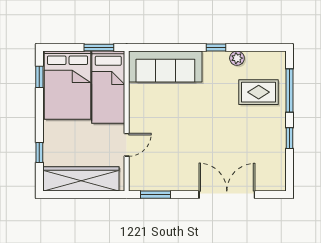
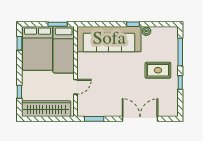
sofa: (165, 67) -> (109, 39), width x1.36, depth x1.27
rug: (259, 92) -> (158, 70), moved

